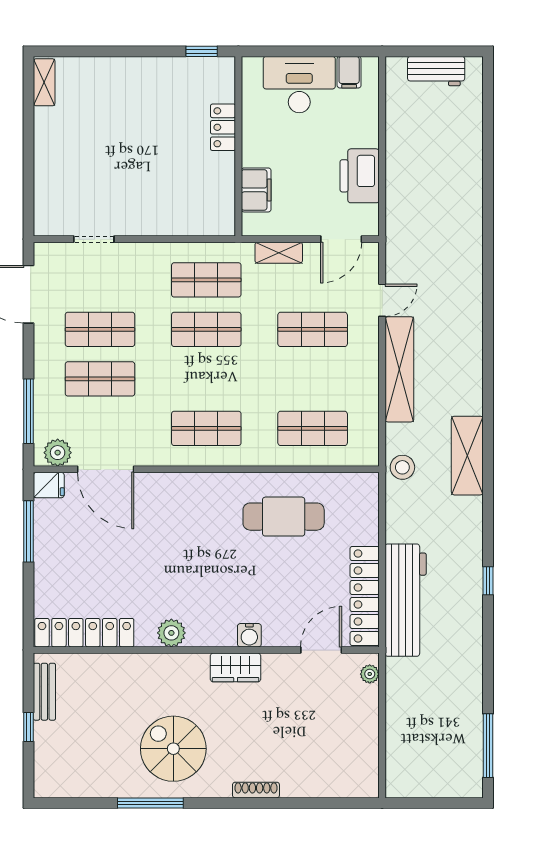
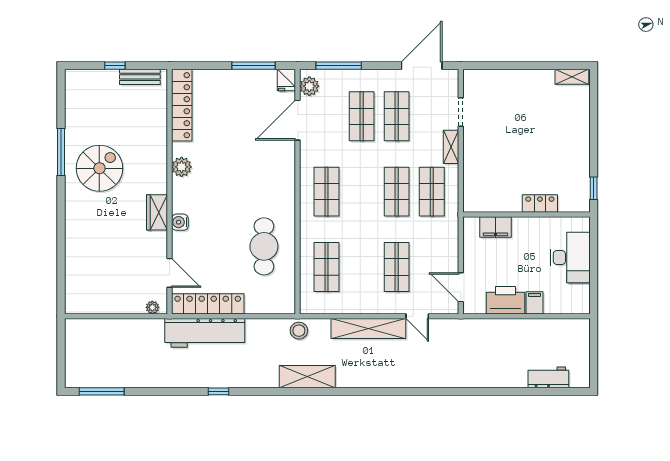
workbench: (436, 71) -> (548, 377), moved, turned 90
filing cabinet: (349, 72) -> (535, 303), moved, turned 90
shelving: (279, 253) -> (451, 147), moved
shoe rack: (256, 790) -> (70, 227), removed

